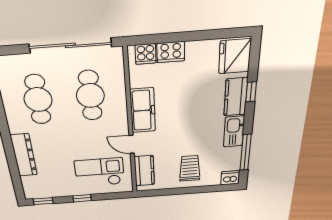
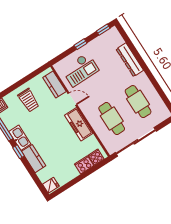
fridge: (235, 56) -> (51, 185), width x0.53, depth x0.75
window: (251, 92) -> (19, 152), moved

